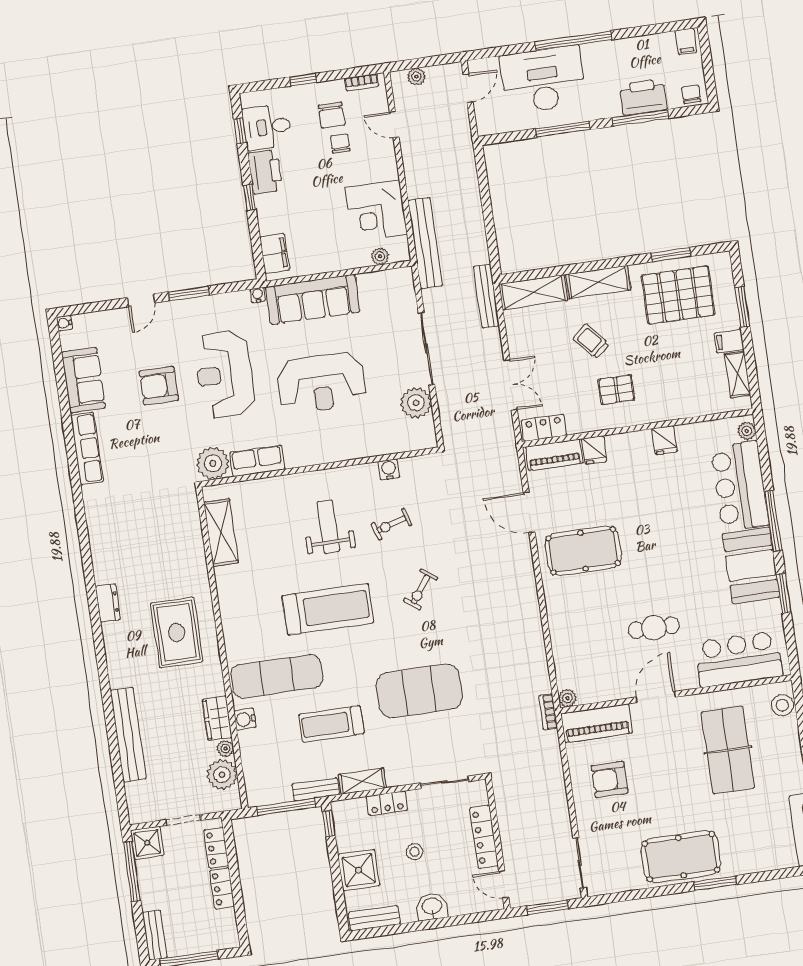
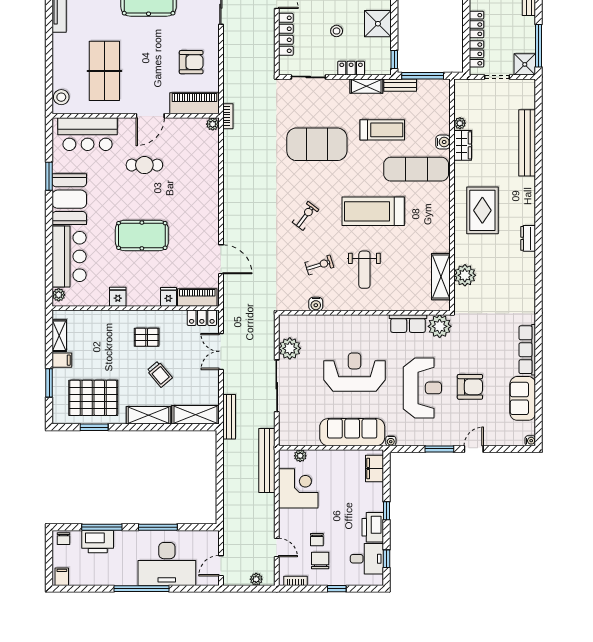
window: (773, 521) -> (49, 229), removed
pool table: (583, 551) -> (142, 235), moved
plant: (222, 775) -> (465, 275), moved

